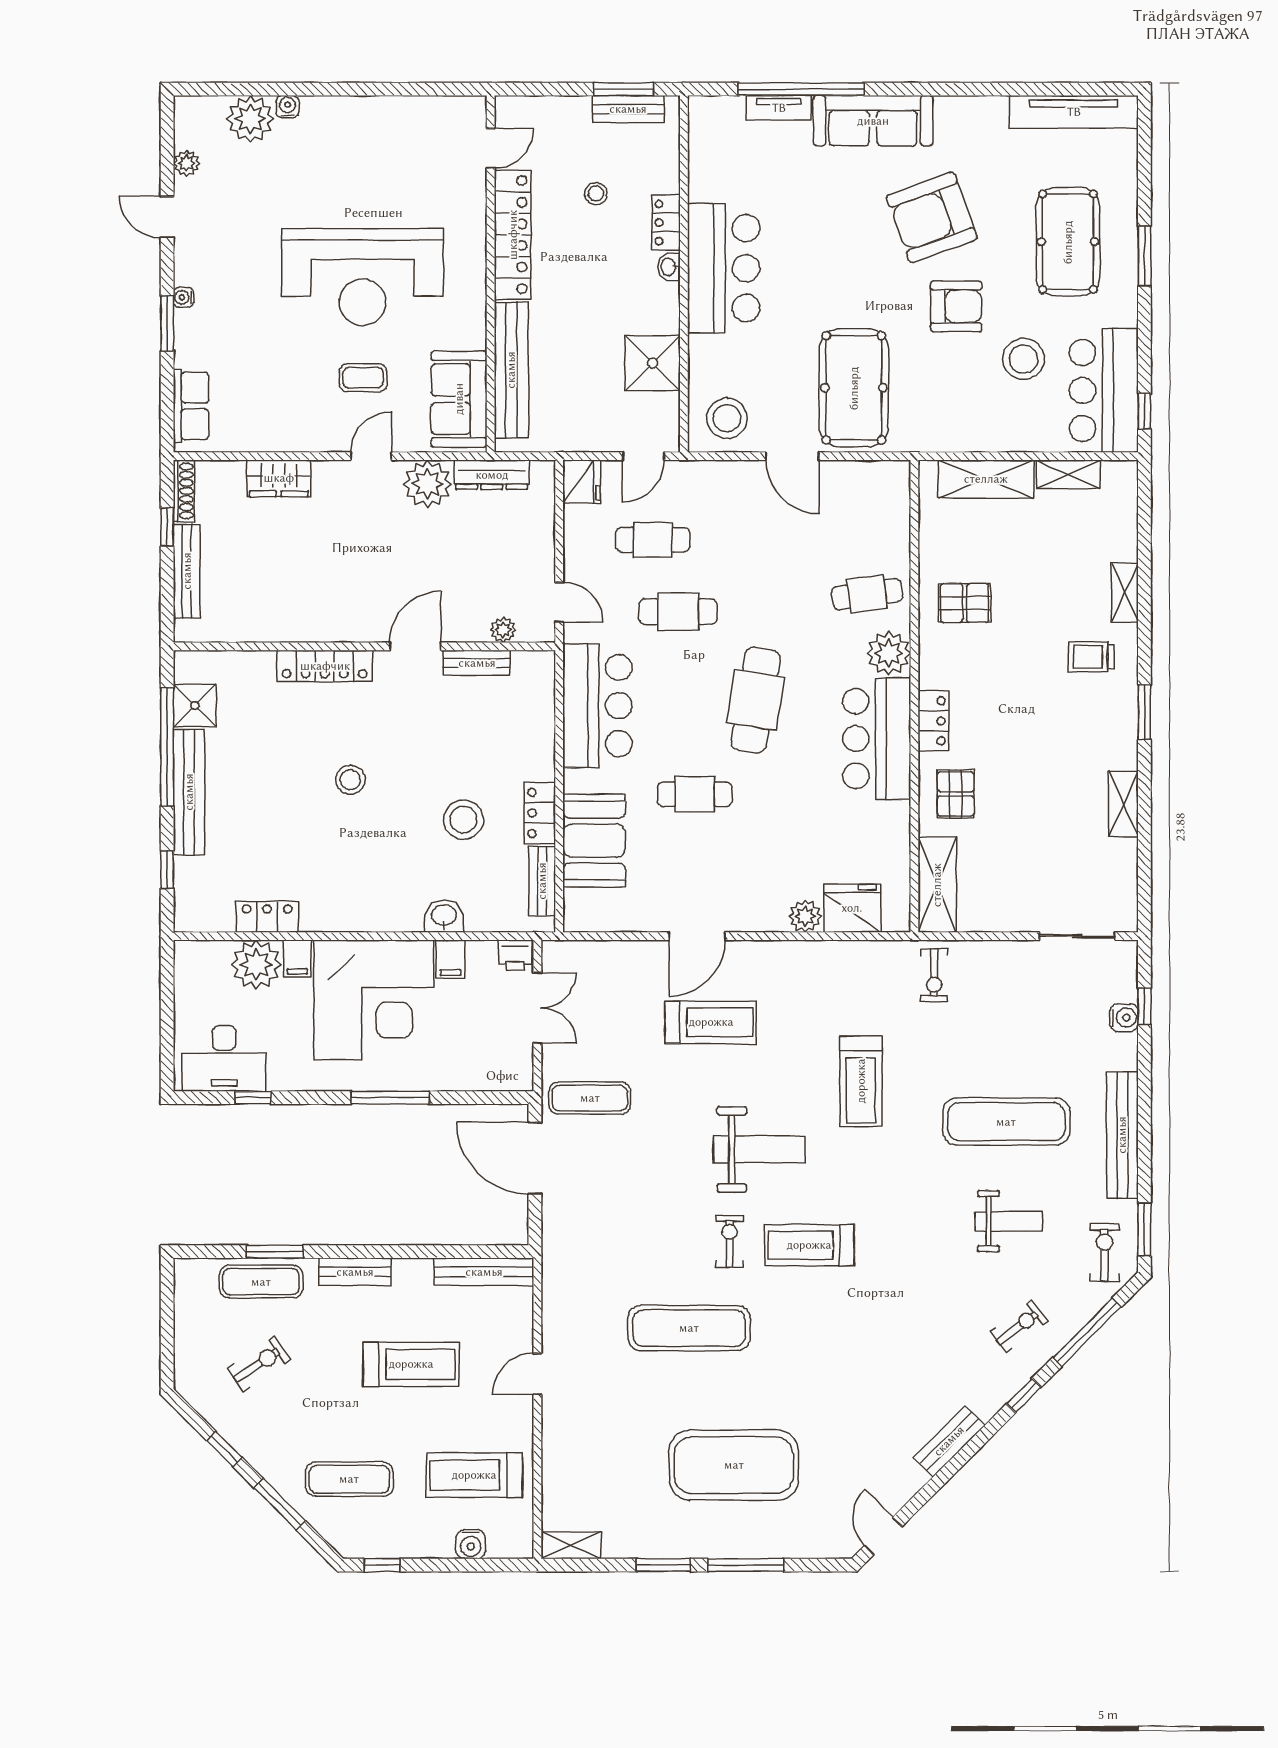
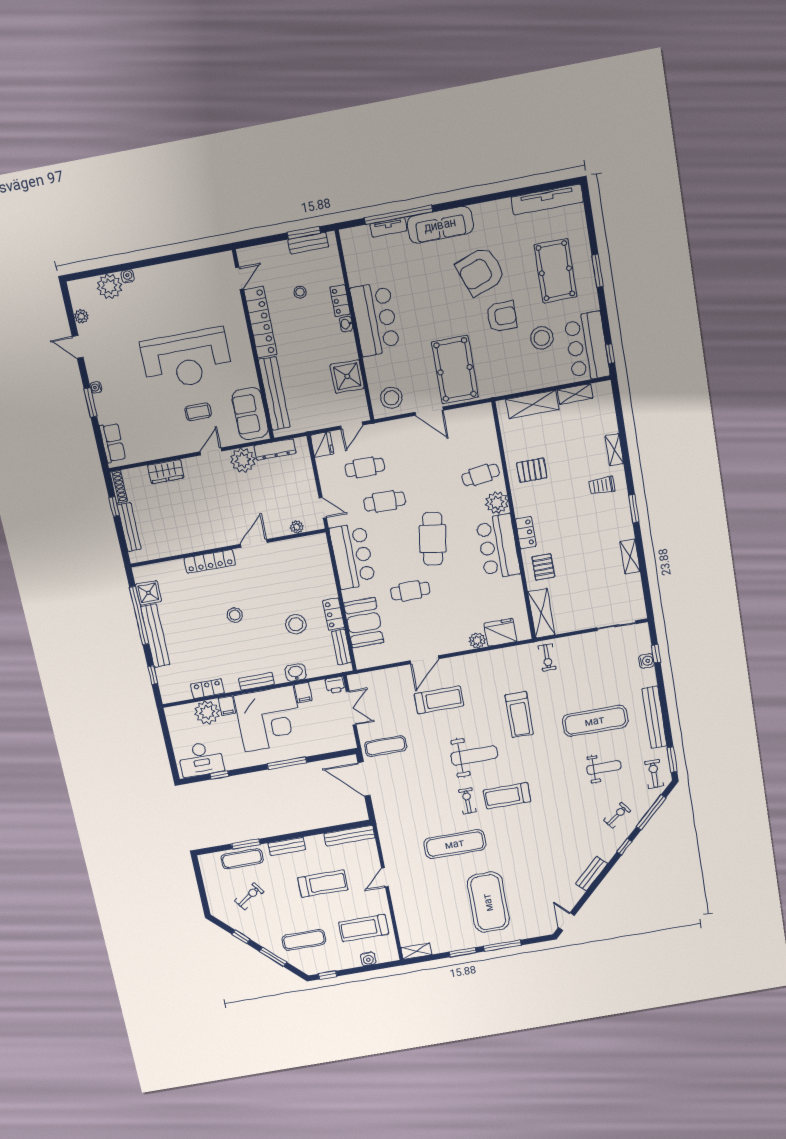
bench: (477, 663) -> (257, 681), moved
exercise mat: (734, 1465) -> (488, 902), turned 90

